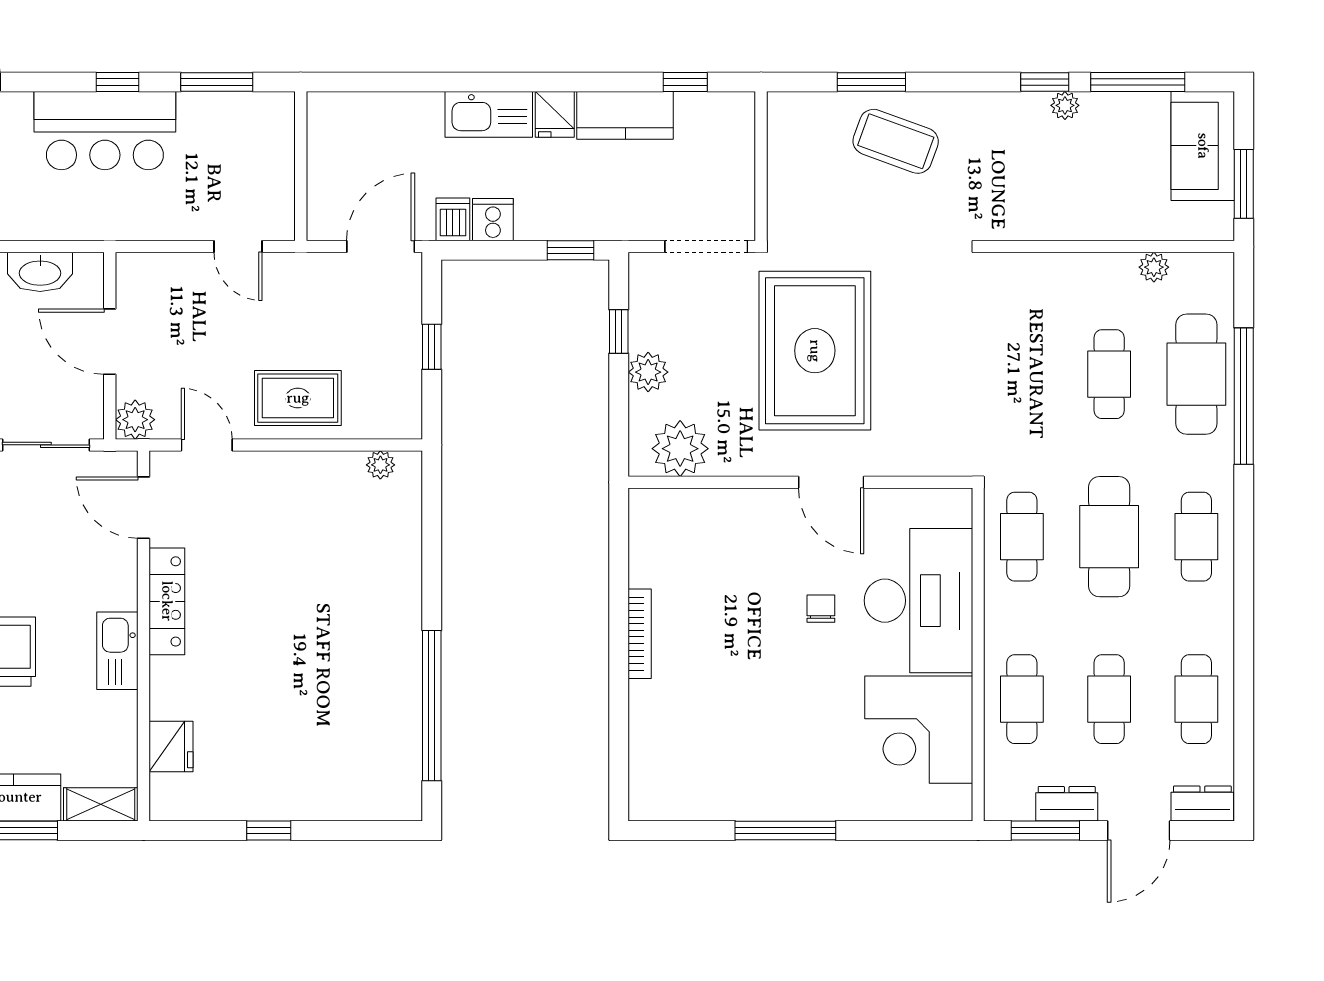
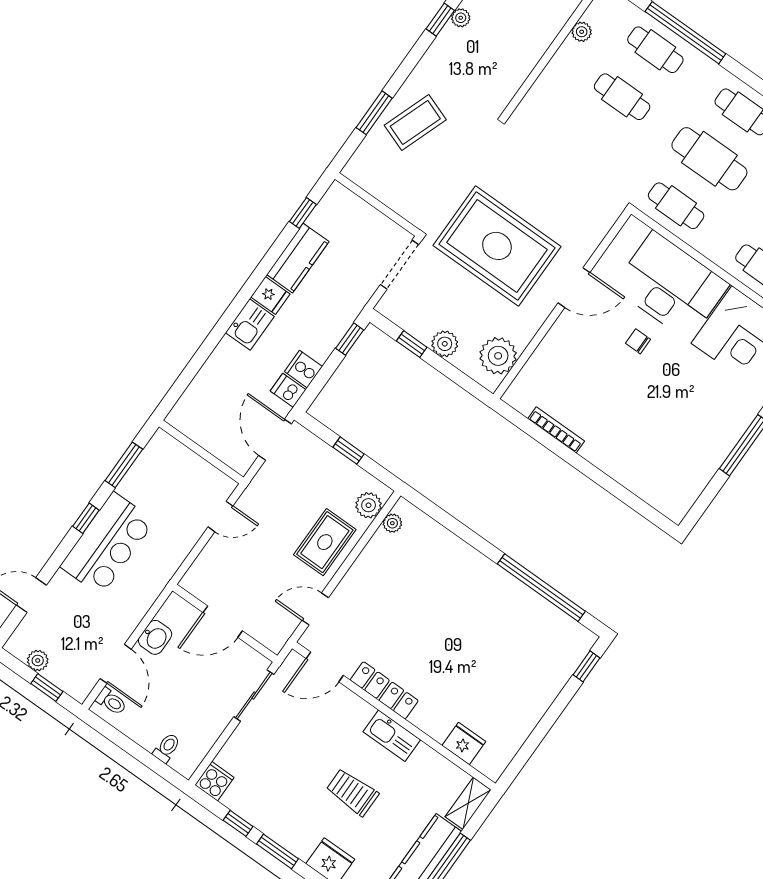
kitchen sink: (489, 114) -> (250, 325), width x0.73
washbasin: (40, 272) -> (155, 637), width x0.72
cafe table: (1196, 374) -> (655, 50), width x0.73, depth x0.74
plant: (135, 420) -> (369, 505), moved
bookcase: (640, 634) -> (556, 430), moved
window: (269, 830) -> (586, 666), moved

